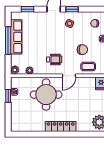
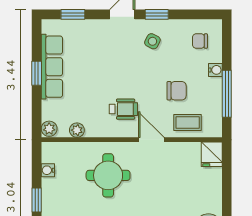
window: (8, 40) -> (37, 73), width x0.46
door: (69, 76) -> (151, 140), swing flipped
round table: (46, 95) -> (108, 175), width x0.73, depth x0.73
window: (8, 96) -> (37, 200), moved

